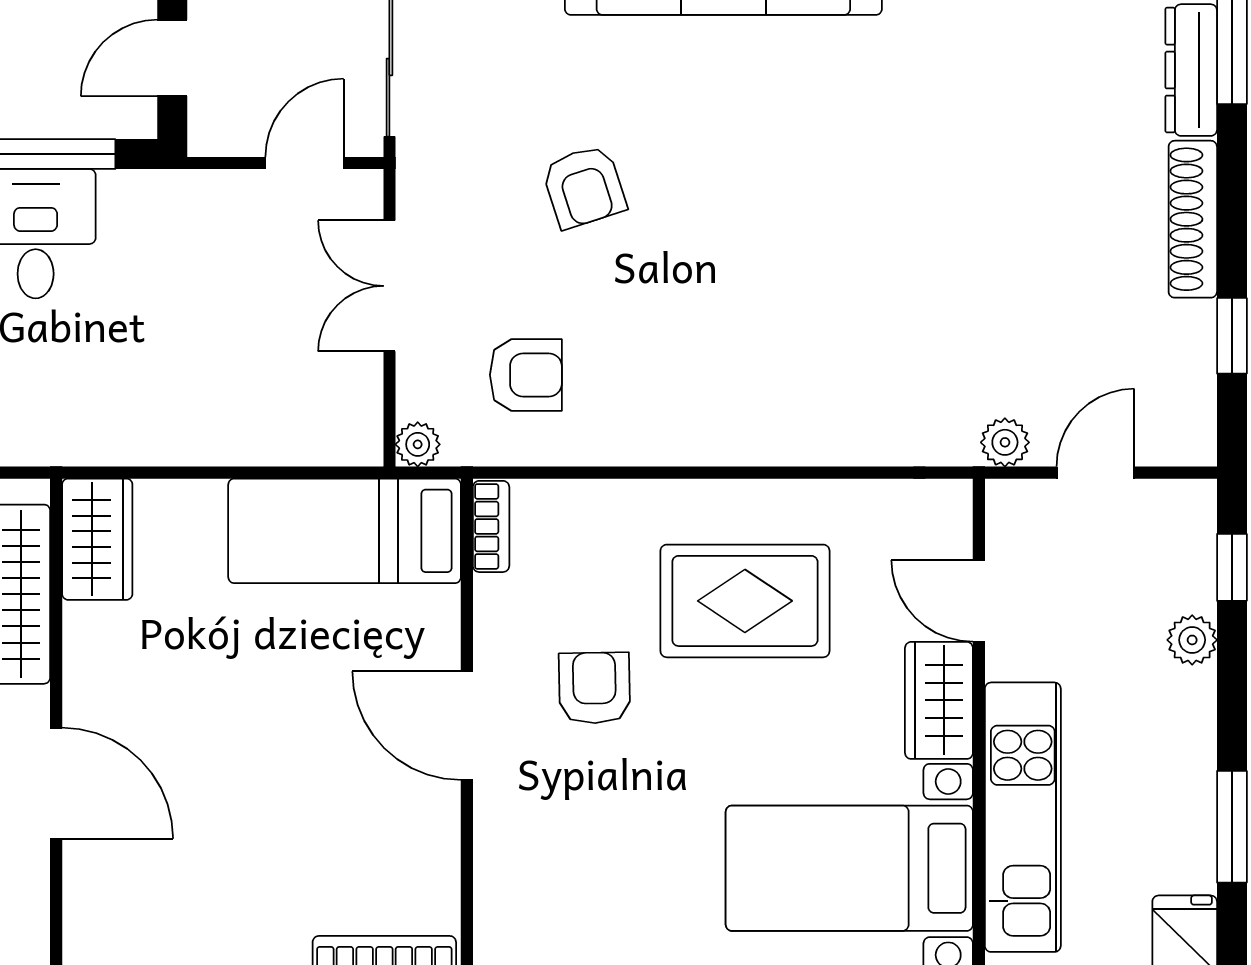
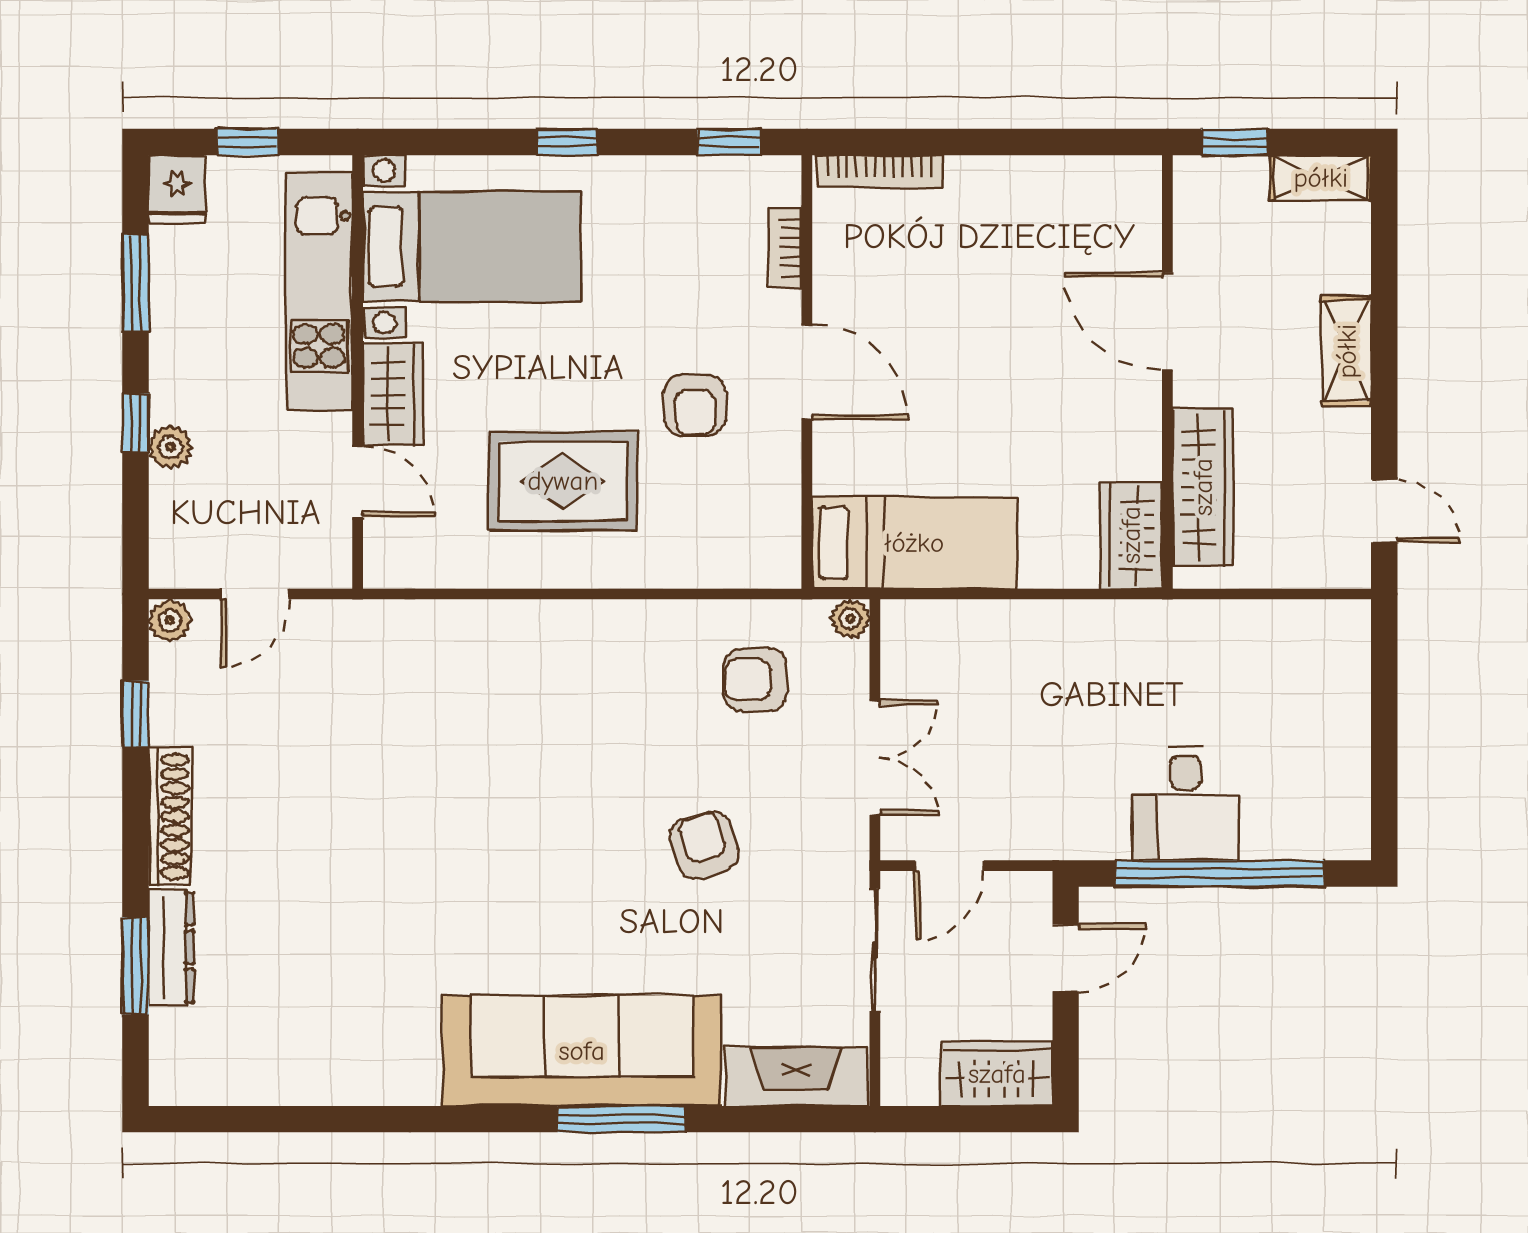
plant: (1005, 442) -> (170, 621), moved
bookcase: (491, 526) -> (786, 248), moved
window: (1232, 567) -> (136, 423), moved

